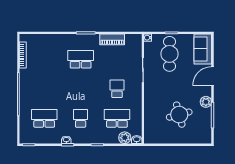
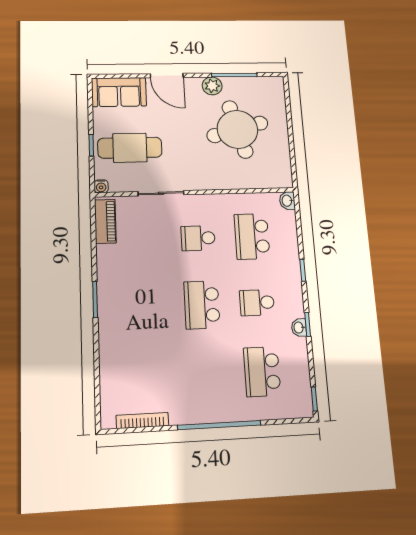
piano: (112, 39) -> (105, 221), moved
school desk: (81, 59) -> (202, 305), moved
round table: (179, 115) -> (237, 129), width x1.36, depth x1.36
plant: (125, 138) -> (286, 222), removed

